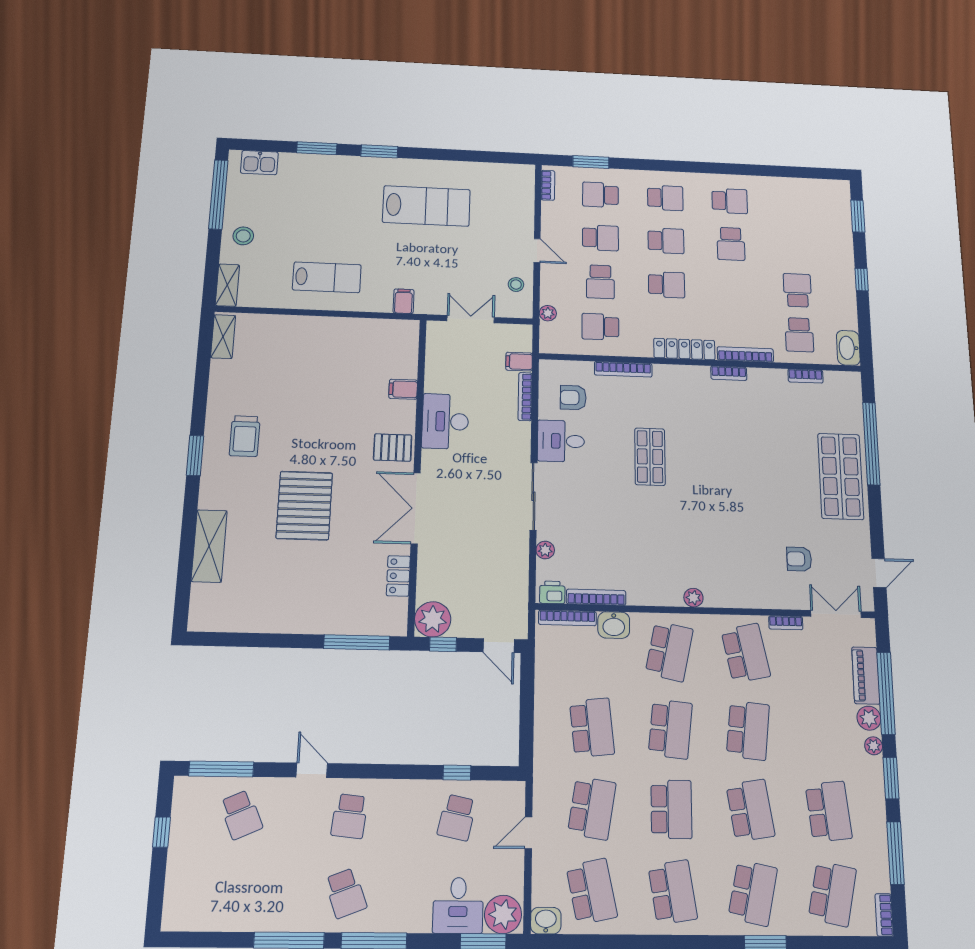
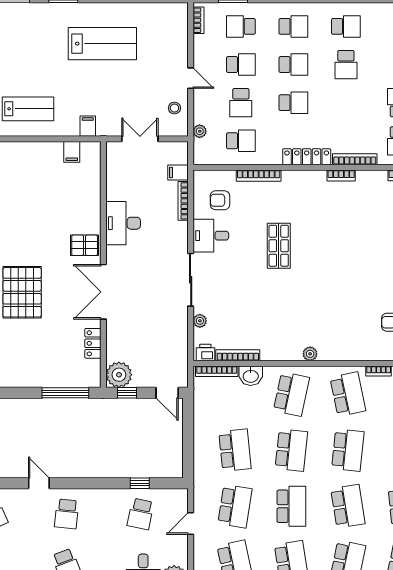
school desk: (600, 327) -> (241, 141), turned 180
filing cabinet: (403, 389) -> (72, 152), moved, turned -90

